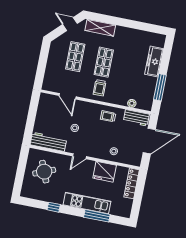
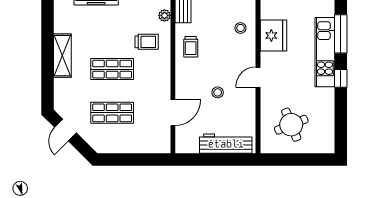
shelving: (100, 28) -> (62, 56), moved
trolley: (100, 88) -> (147, 42), moved
workbench: (48, 142) -> (226, 144), moved, turned 90
door: (80, 156) -> (258, 77), swing flipped
window: (54, 207) -> (341, 78), moved

